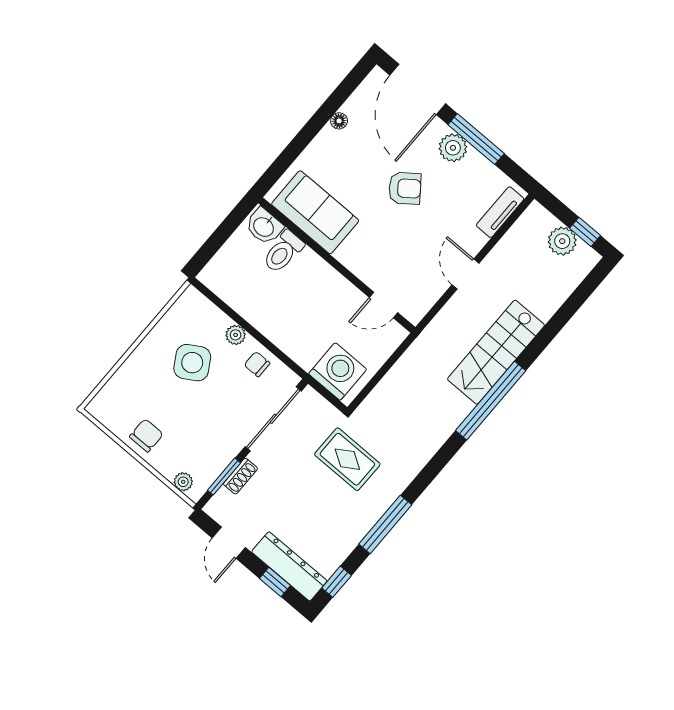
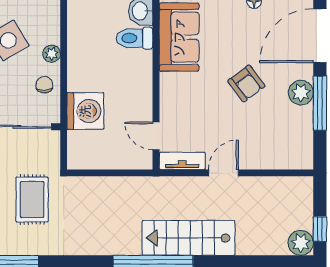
tv unit: (500, 212) -> (182, 161), moved
plant: (562, 241) -> (301, 243), moved
washing machine: (338, 372) -> (85, 111), moved

